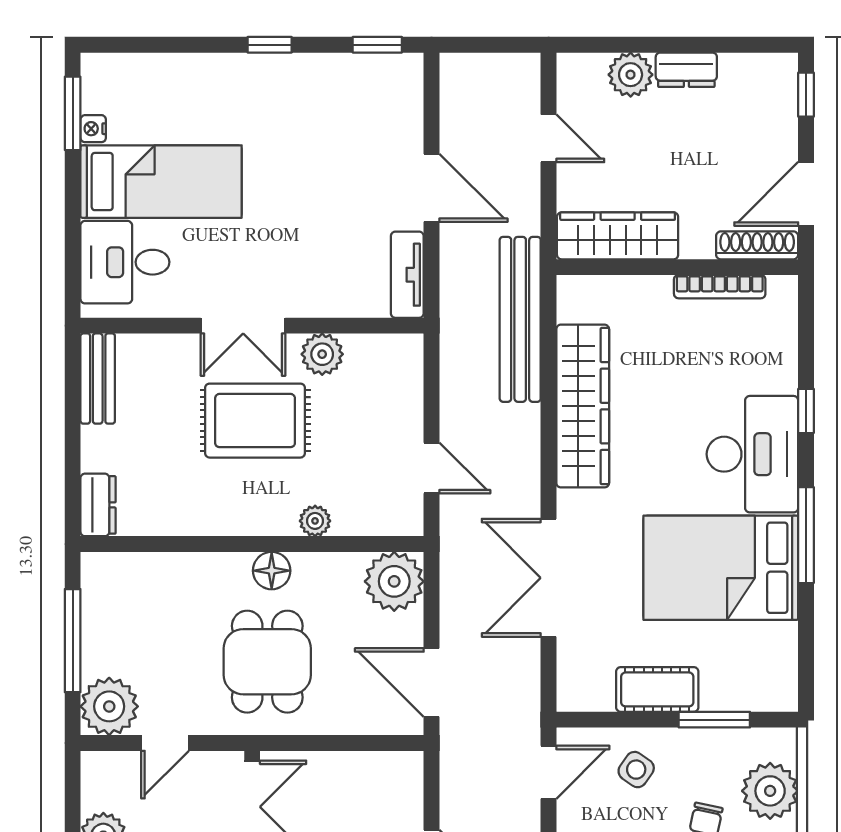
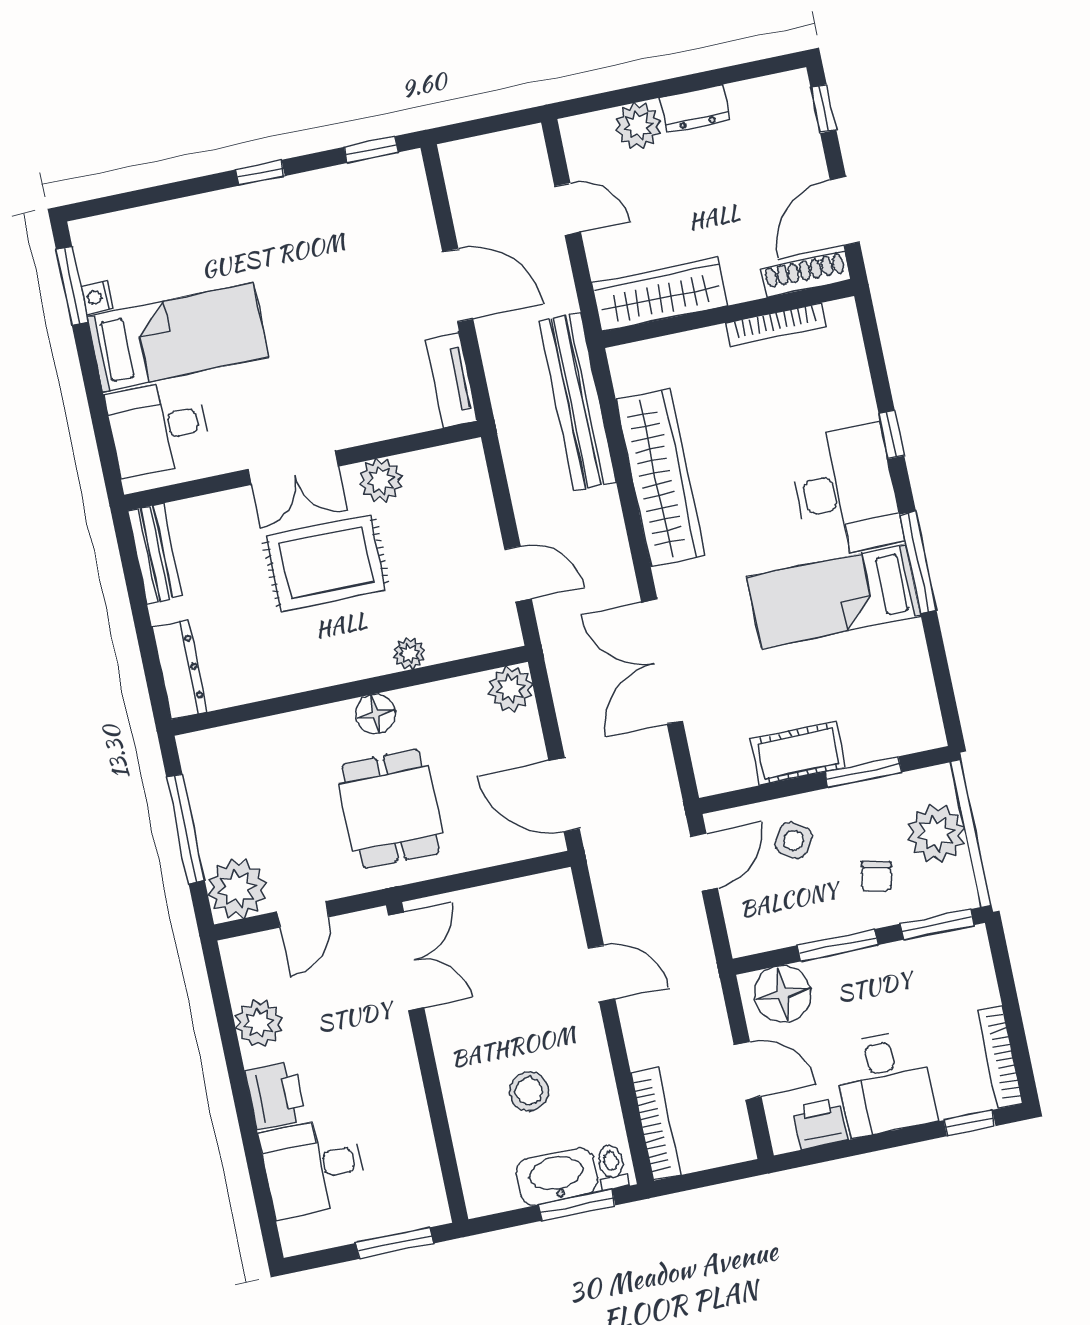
dresser: (98, 505) -> (180, 670), width x1.44
bed: (721, 568) -> (834, 596), width x0.67
plant: (394, 581) -> (510, 689), width x0.73, depth x0.73

